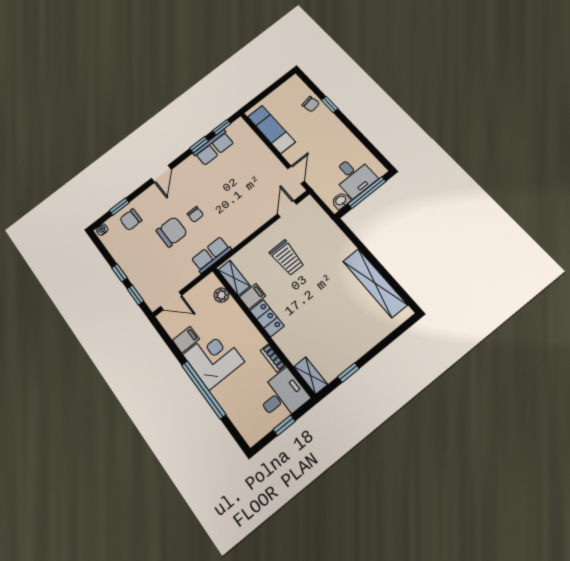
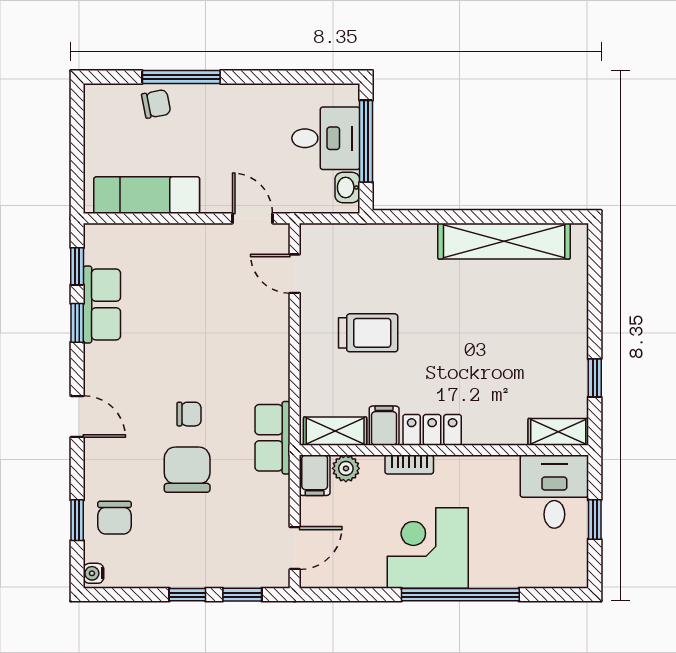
window: (330, 104) -> (181, 77), width x2.17
filing cabinet: (186, 340) -> (315, 475), moved, turned 180
bookcase: (273, 358) -> (409, 465), moved

